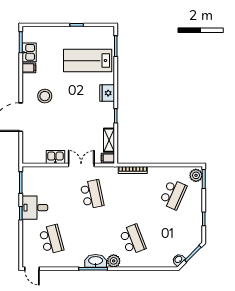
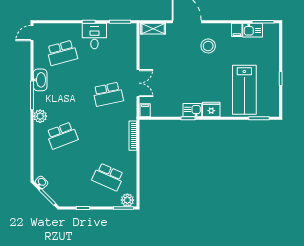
lab bench: (88, 61) -> (244, 90), turned 180
shelving: (109, 140) -> (153, 29), moved
kitchen sink: (55, 157) -> (192, 110), moved, turned -90
washbasin: (96, 261) -> (40, 80), moved

